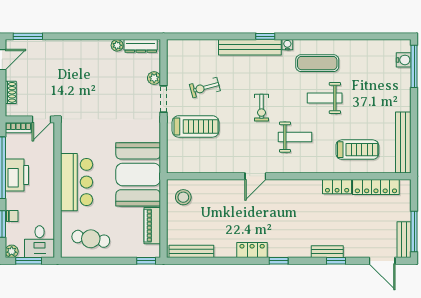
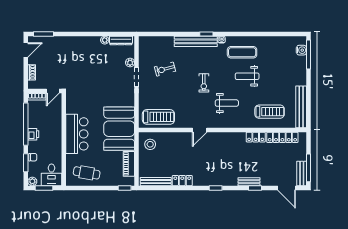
treadmill: (196, 126) -> (158, 117), moved
printer: (17, 175) -> (33, 134), width x0.53, depth x0.68
locker: (252, 250) -> (182, 181), moved

